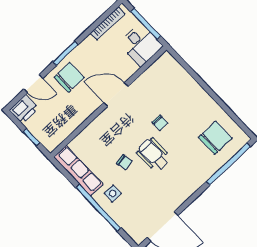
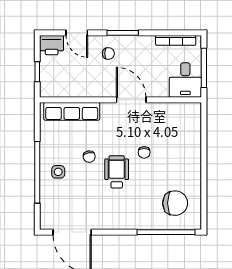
chair: (69, 77) -> (108, 53), width x0.54, depth x0.54
row of seats: (78, 171) -> (72, 111), moved, turned 90

